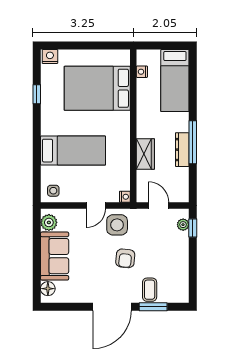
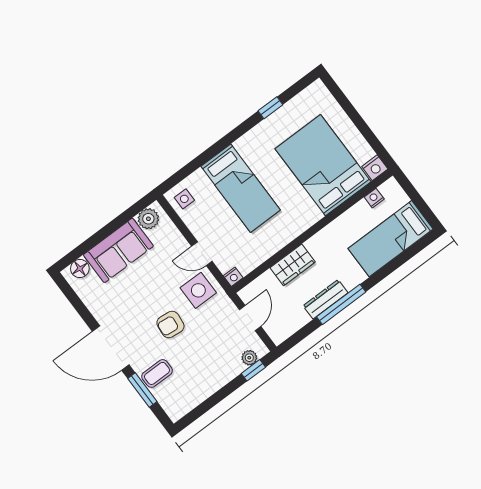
nightstand: (50, 57) -> (375, 168), moved, turned 90

